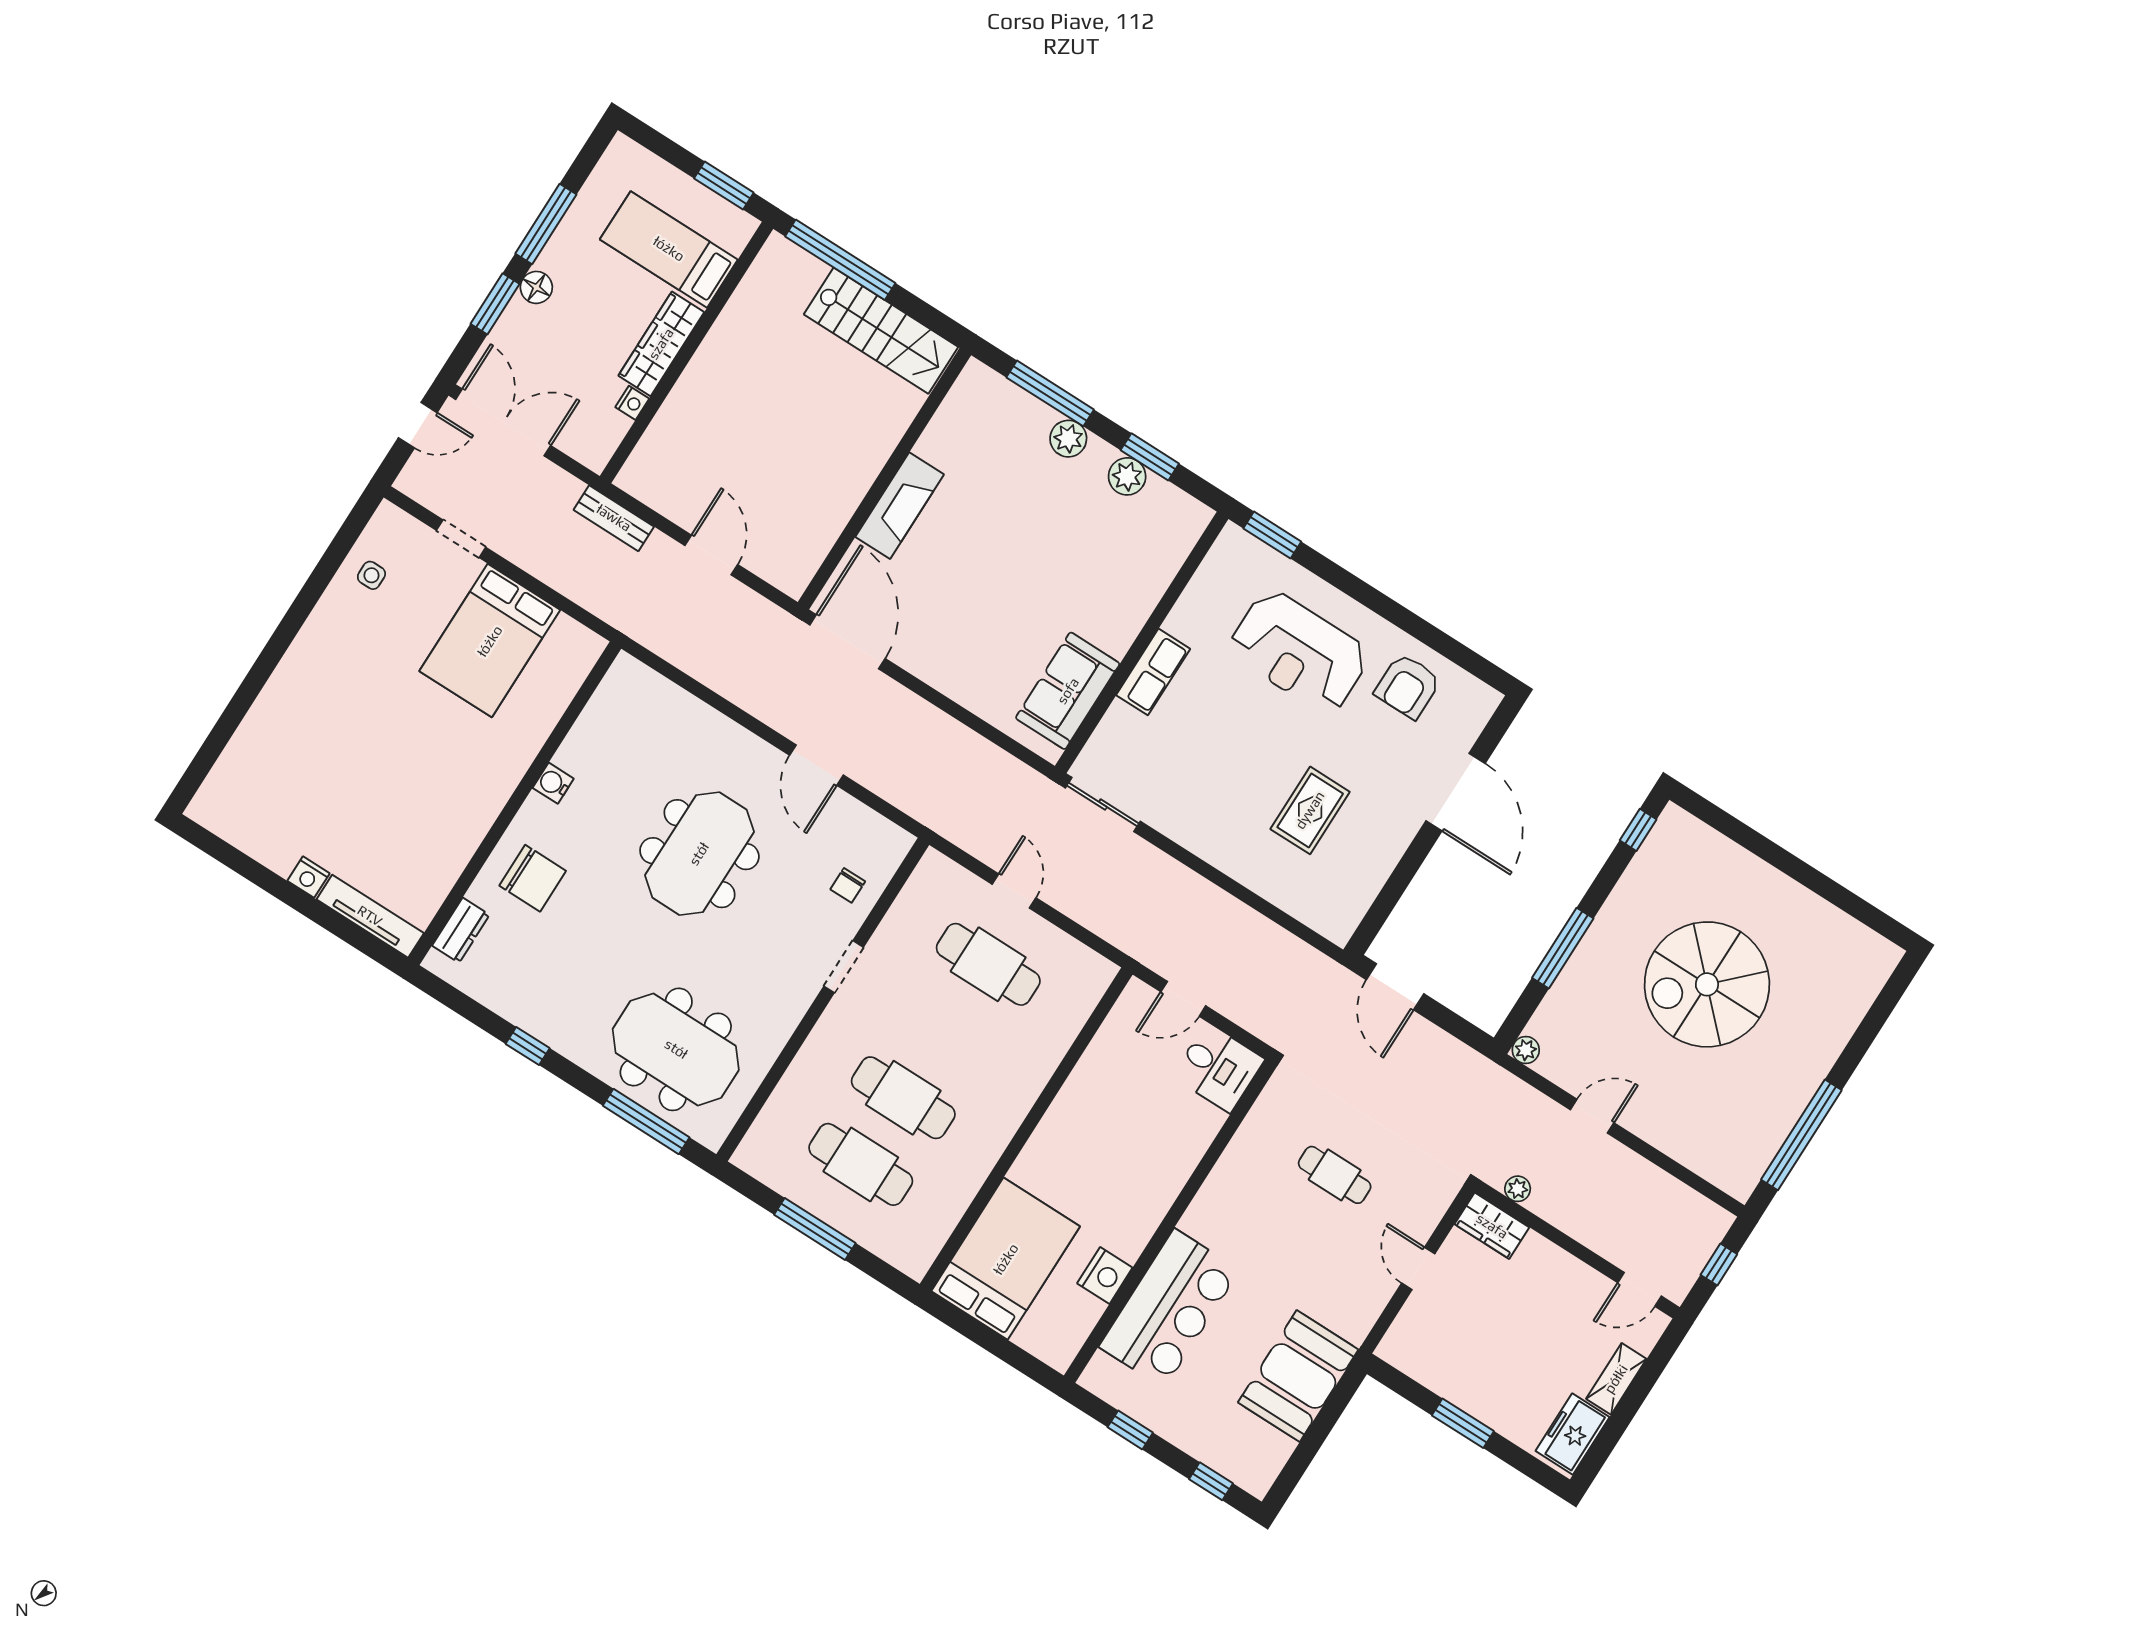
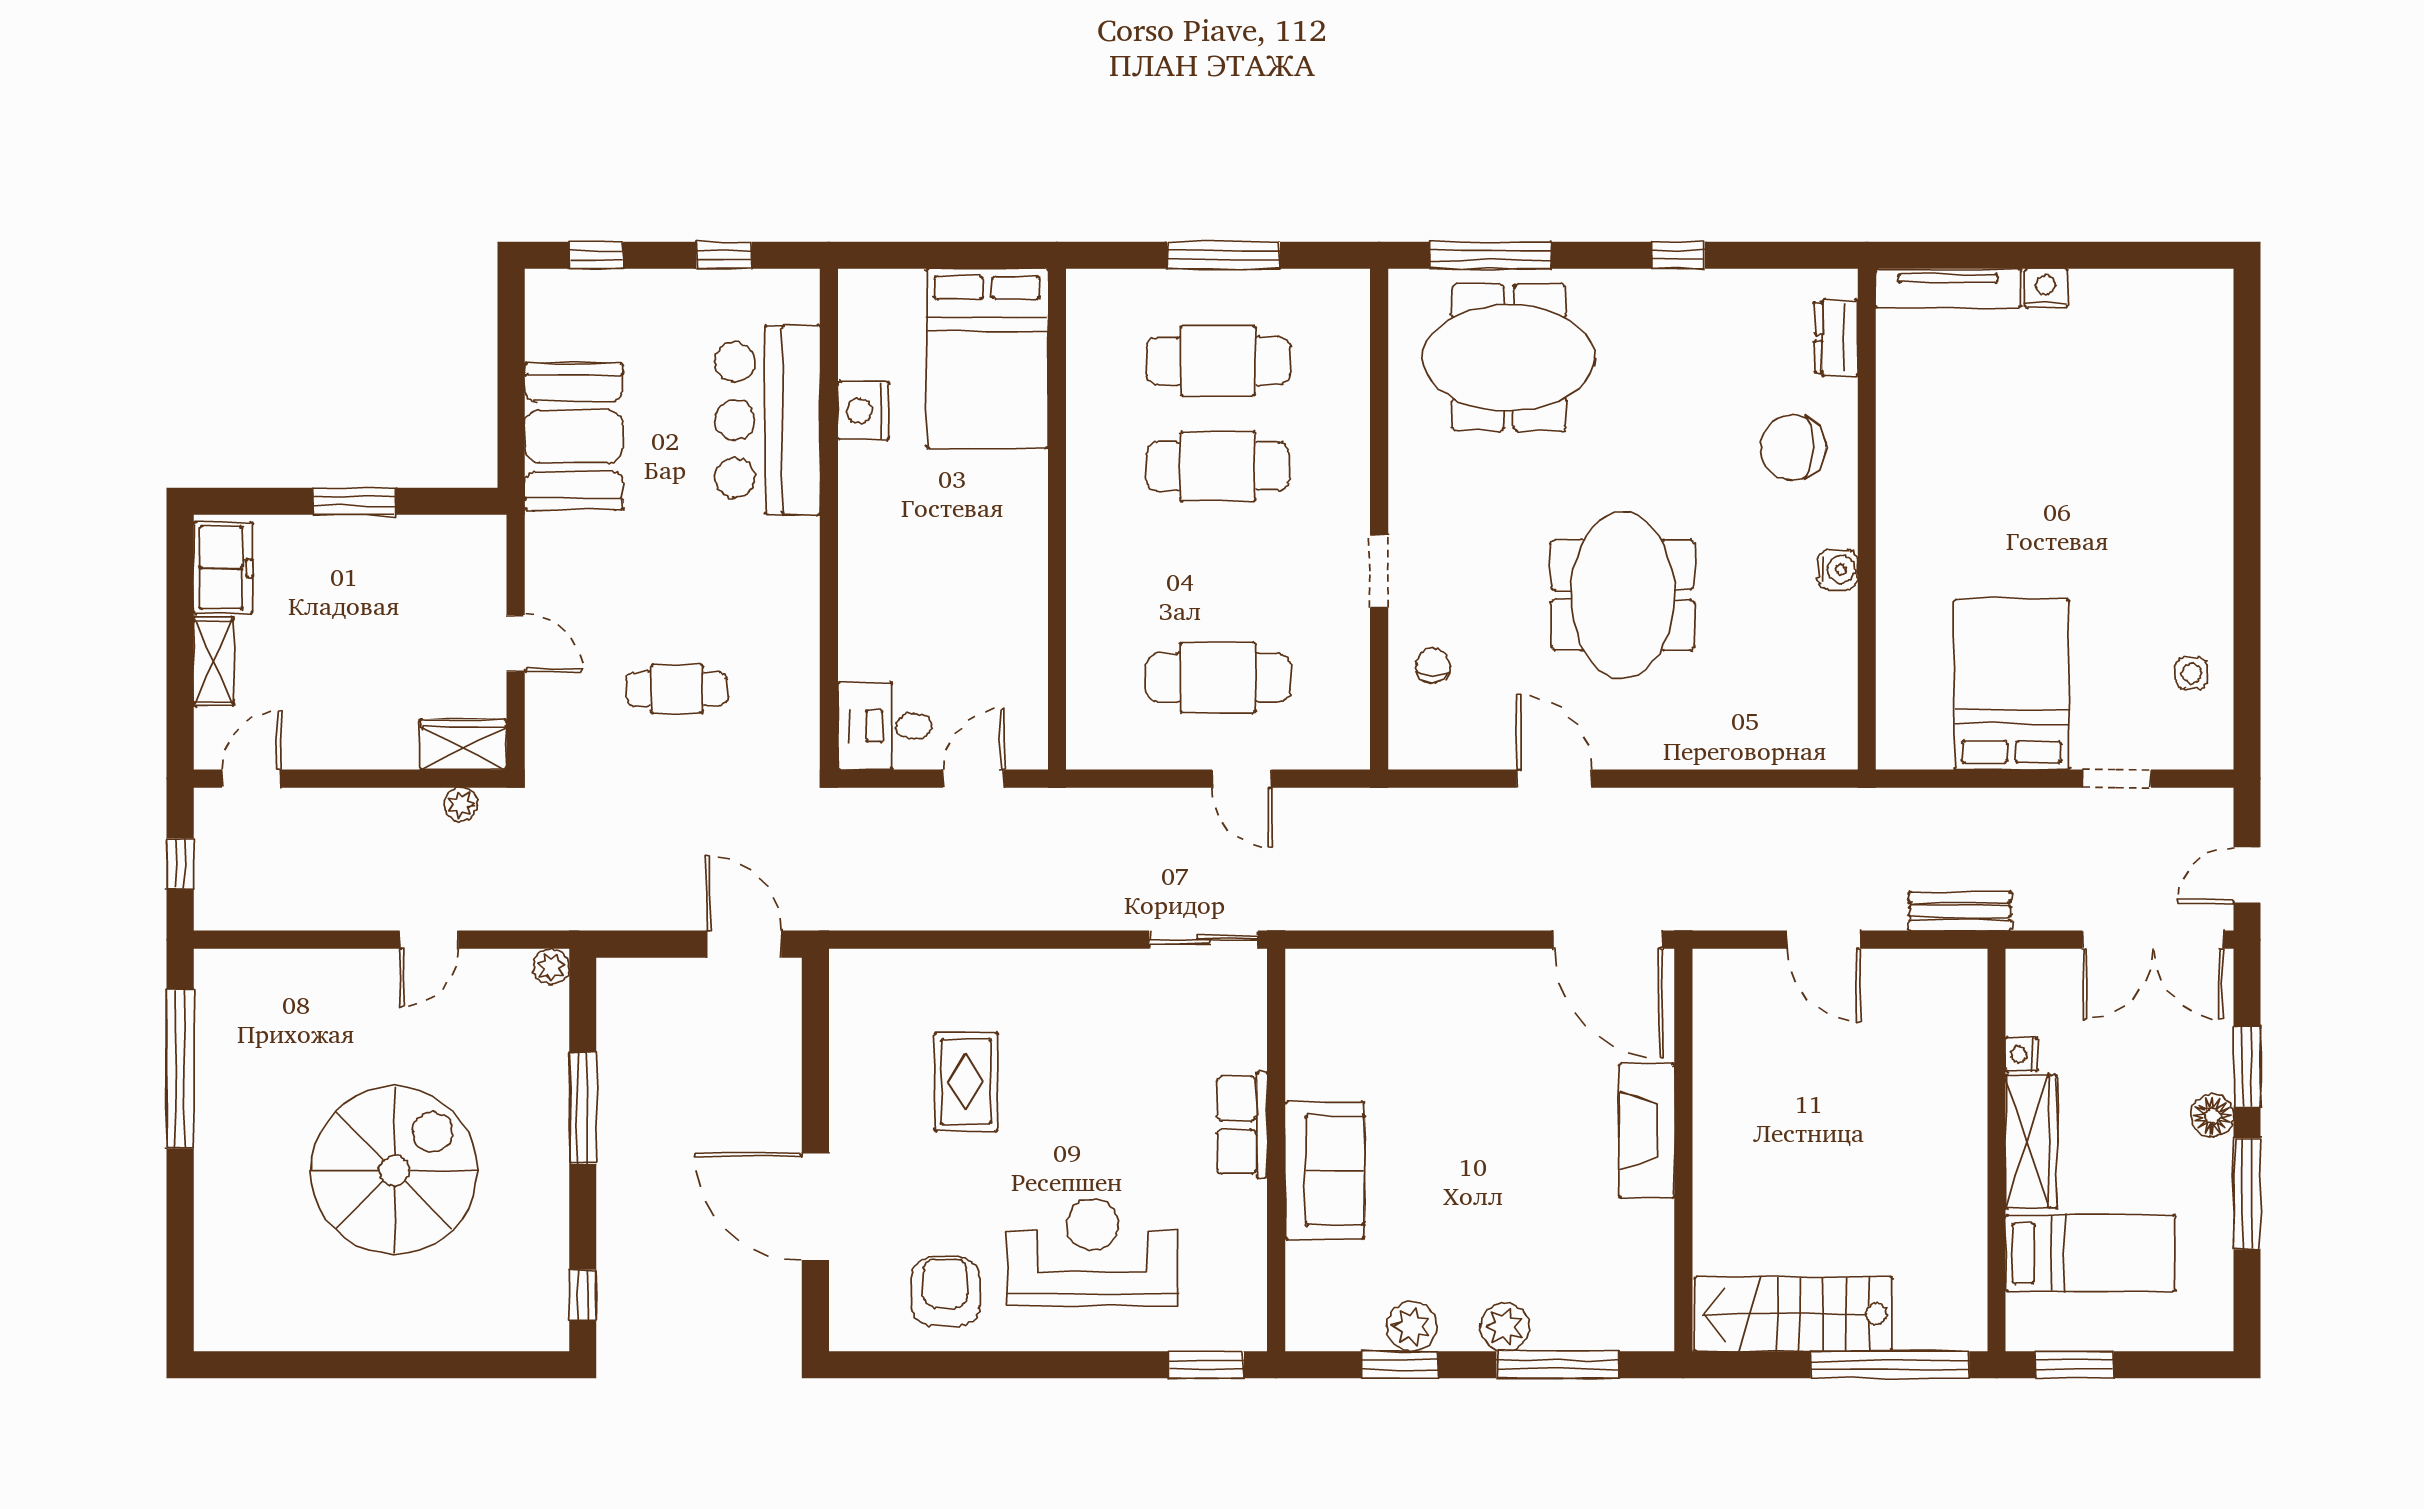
sofa: (1068, 691) -> (1325, 1170), moved

